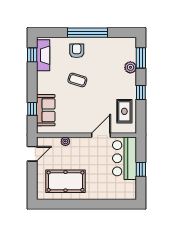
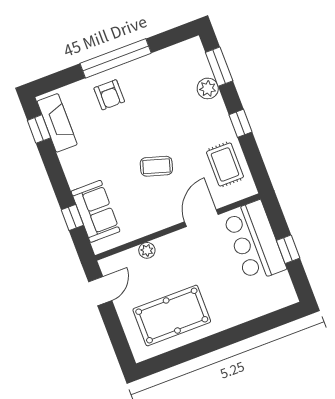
armchair: (77, 51) -> (109, 95), turned 180
coffee table: (77, 80) -> (156, 166), moved

